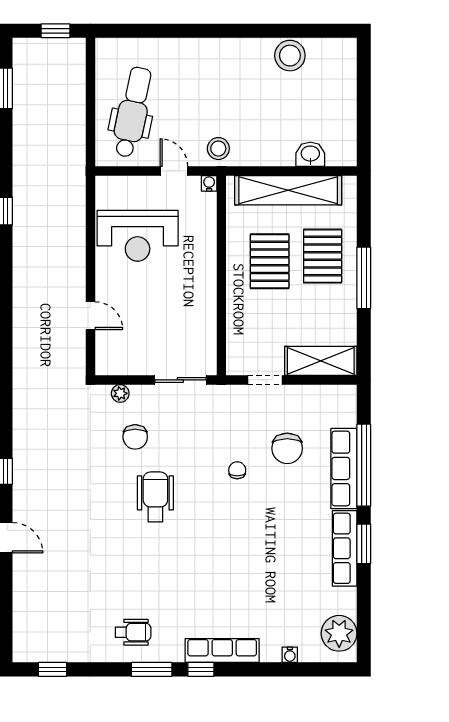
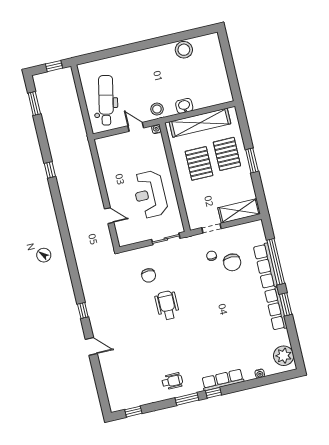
washbasin: (310, 154) -> (184, 106), moved
reception desk: (138, 236) -> (150, 194), moved, turned 90
window: (364, 278) -> (252, 160), width x0.69
plant: (120, 393) -> (135, 254), removed
chair: (237, 470) -> (212, 256), moved

